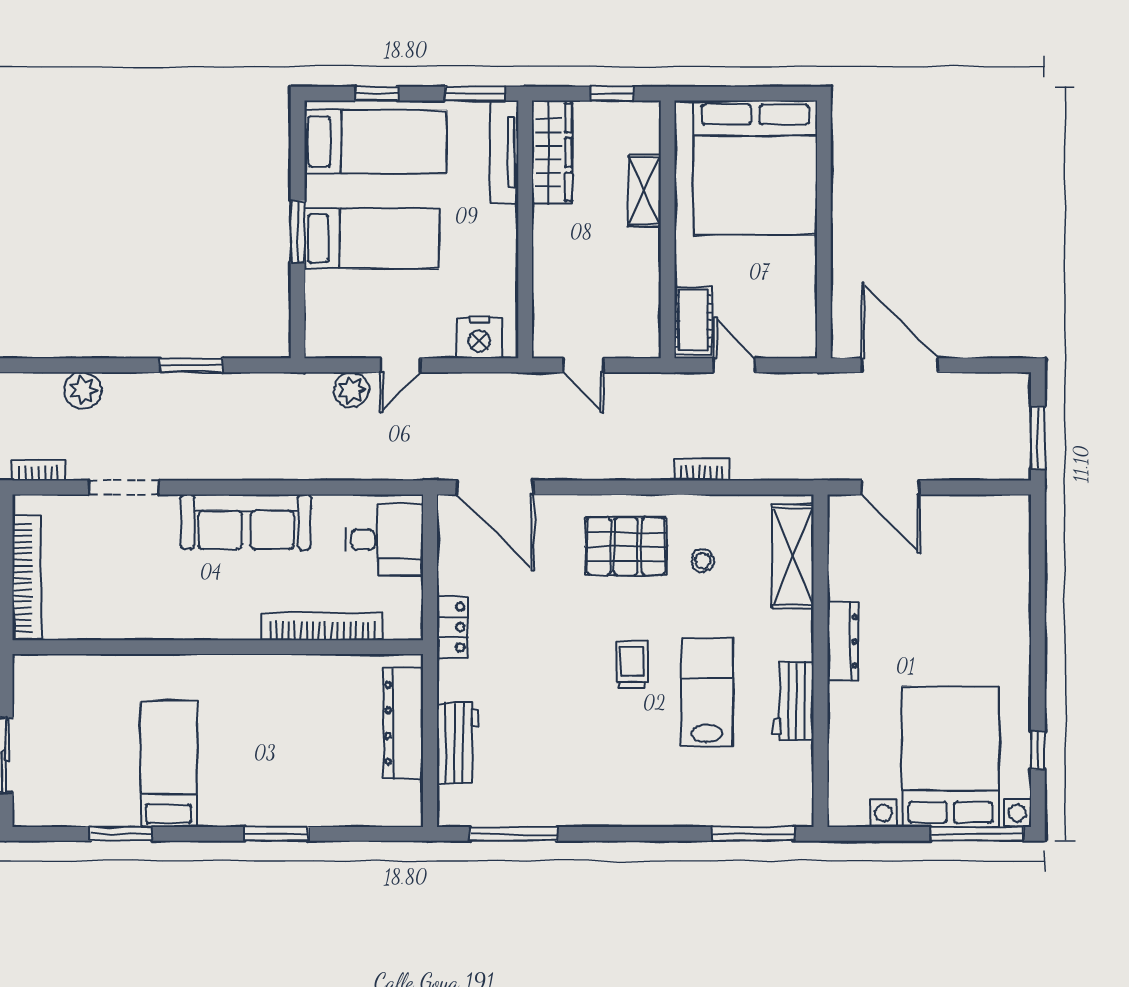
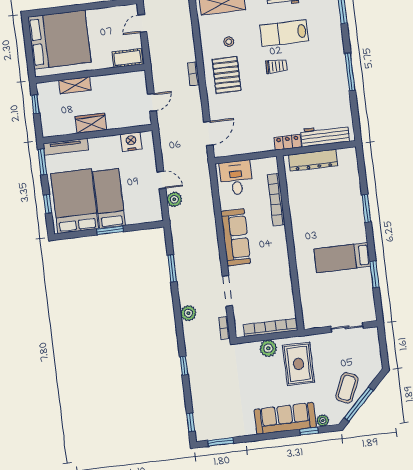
bed: (375, 141) -> (75, 201), width x1.50
wardrobe: (552, 152) -> (91, 123), moved, width x0.67
nightstand: (479, 338) -> (131, 142), moved, turned -90
door: (735, 365) -> (142, 23), moved
bookcase: (702, 470) -> (194, 74), moved
door: (495, 487) -> (208, 133), width x0.73
locker: (452, 627) -> (288, 142), moved
trolley: (632, 665) -> (277, 66), turned 180
workbench: (458, 743) -> (325, 135), width x1.37
window: (514, 834) -> (350, 72), moved

